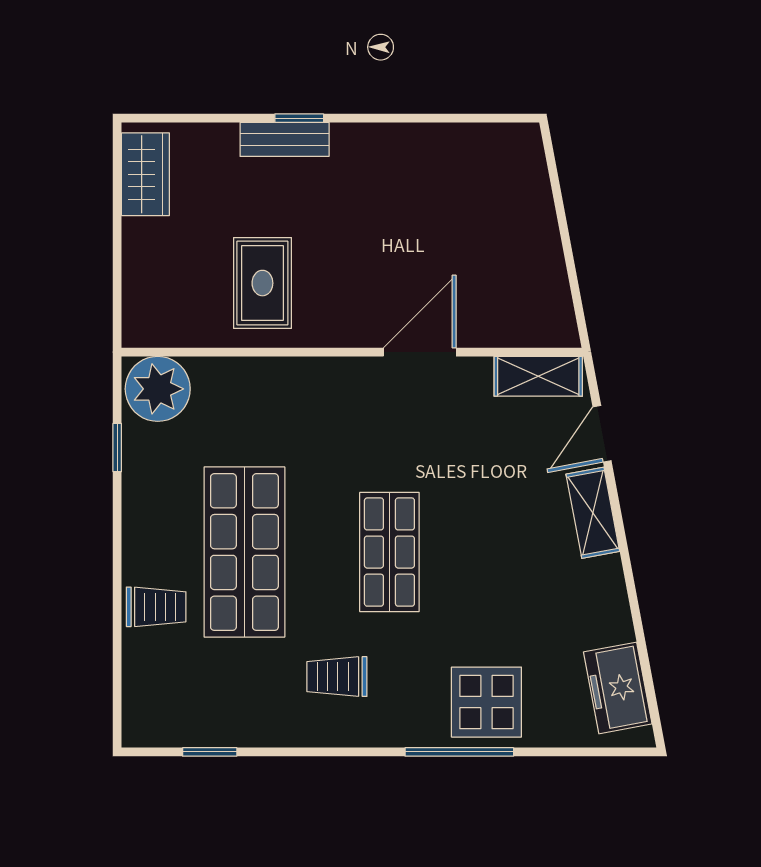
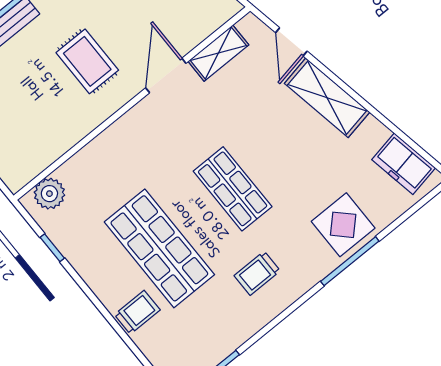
rug: (262, 283) -> (87, 61), moved
shelving: (538, 376) -> (218, 53), moved
plant: (158, 389) -> (49, 194), width x0.73, depth x0.73
shelving: (593, 513) -> (327, 98), width x1.50, depth x1.33

